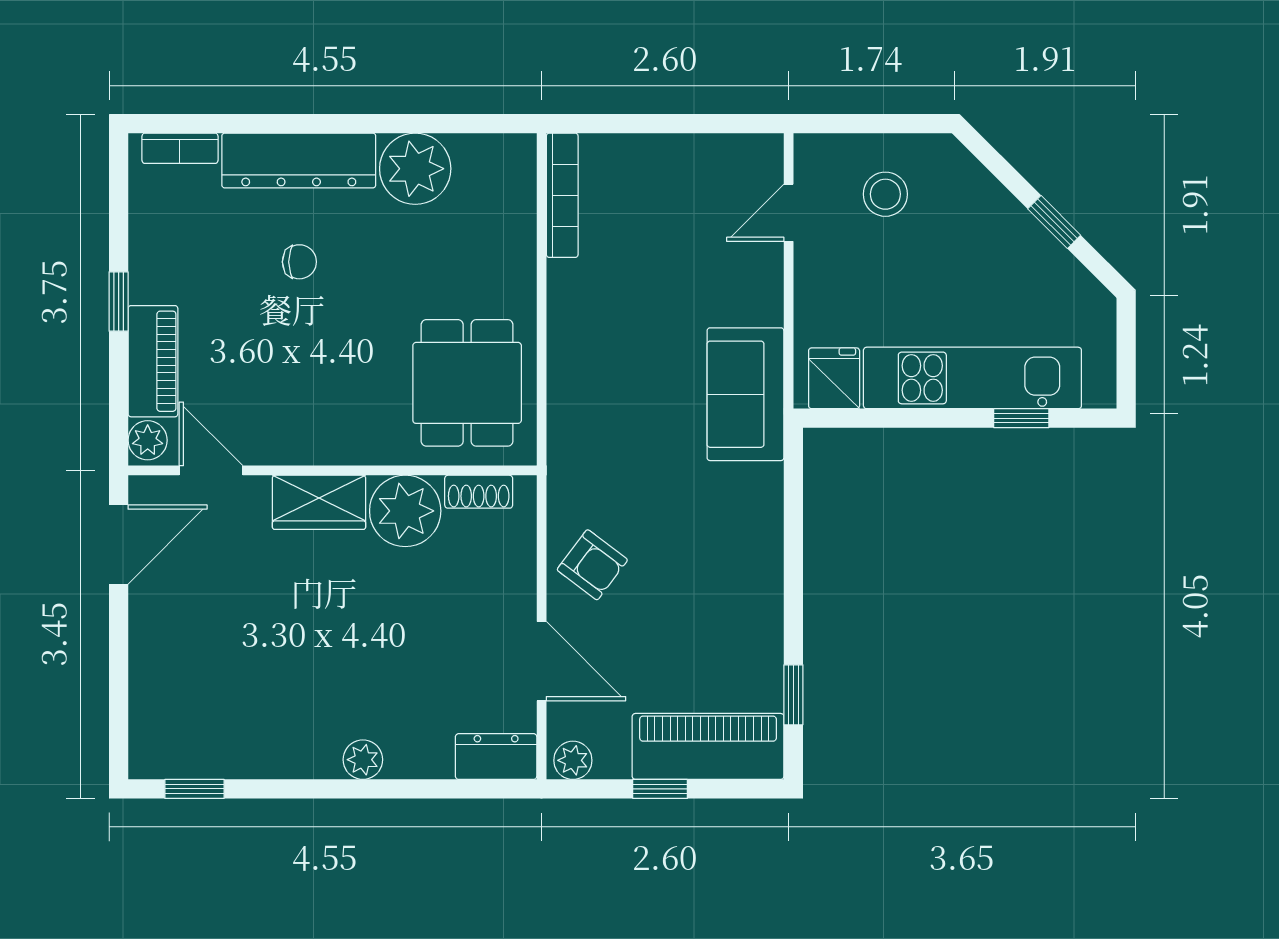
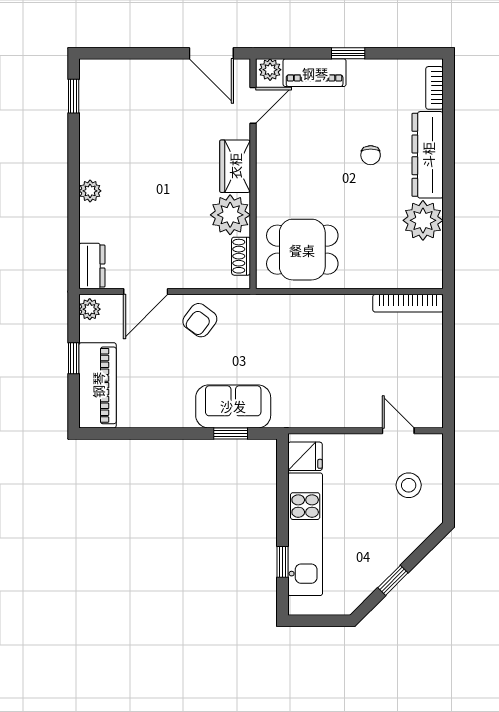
sofa: (745, 394) -> (233, 406), moved
window: (793, 695) -> (231, 433), moved

